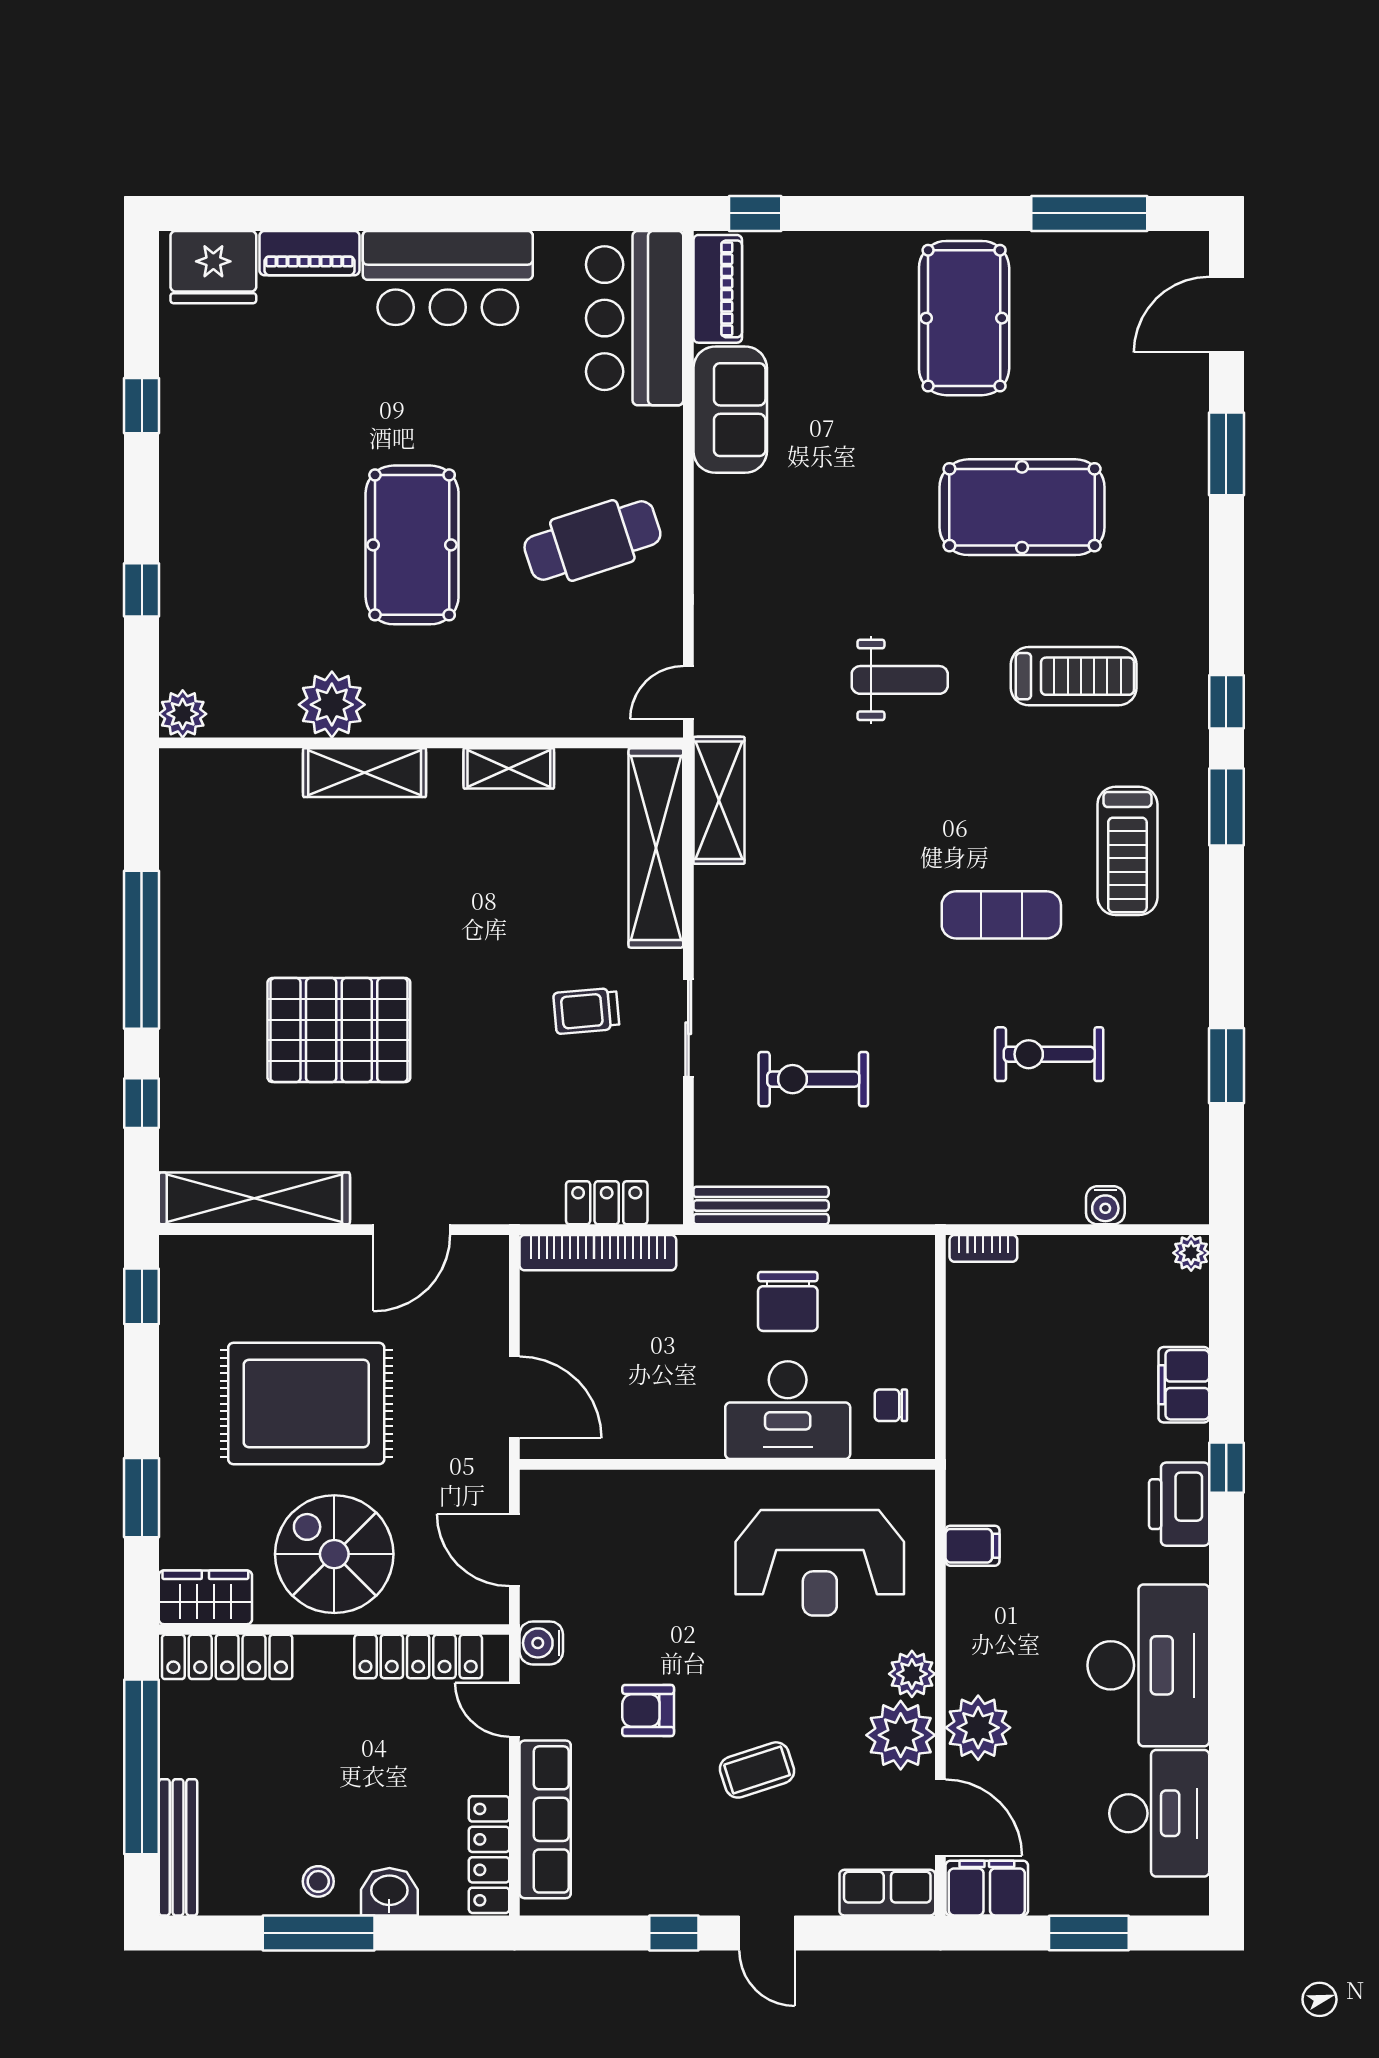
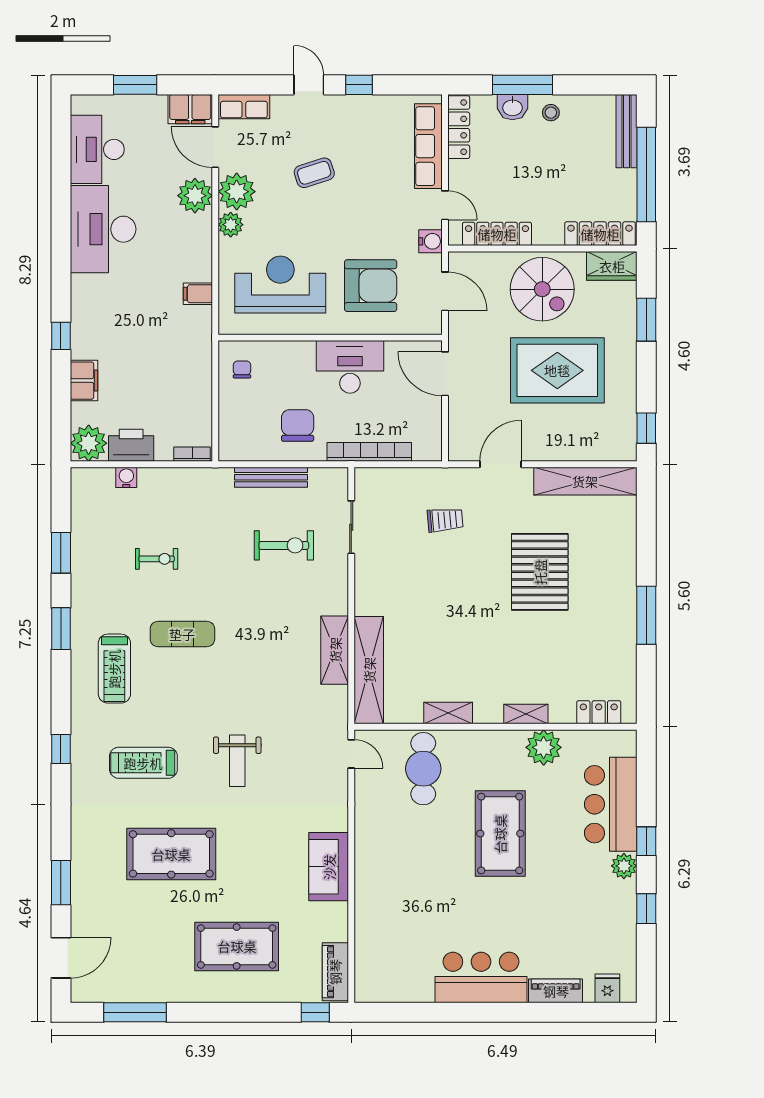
fridge: (213, 267) -> (607, 988), width x0.53, depth x0.75
bar counter: (635, 318) -> (611, 804), moved, turned 180
pool table: (964, 318) -> (237, 946), moved, turned 90
sofa: (730, 410) -> (329, 867), moved
cafe table: (592, 541) -> (423, 769), moved, turned -72
window: (142, 590) -> (646, 841), moved
weight bench: (900, 680) -> (237, 761), turned -90
door: (688, 693) -> (351, 754), hinge flipped
plant: (183, 714) -> (624, 866), moved
shelving: (365, 773) -> (526, 714), width x0.67, depth x0.75
shelving: (719, 800) -> (335, 650), moved
window: (1226, 807) -> (61, 629), moved
treadmill: (1127, 851) -> (114, 669), turned 180
window: (142, 950) -> (646, 615), width x0.68
trolley: (586, 1011) -> (445, 520), moved
sliding door: (688, 1028) -> (351, 527), moved
pallet: (339, 1030) -> (540, 572), turned 90
exercise bike: (1049, 1054) -> (157, 559), width x0.73, depth x0.72
window: (142, 1103) -> (646, 532), removed
locker: (607, 1203) -> (599, 712), moved, turned 180
bench: (761, 1206) -> (271, 477), moved
bookcase: (598, 1253) -> (369, 452), moved
plant: (1191, 1253) -> (89, 443), width x1.87, depth x1.87
chair: (891, 1405) -> (242, 369), turned -90
desk: (788, 1410) -> (350, 367), moved
printer: (1179, 1504) -> (131, 445), moved, turned -90
armchair: (648, 1711) -> (371, 286), moved, width x1.88, depth x1.88
window: (319, 1933) -> (522, 85), moved

